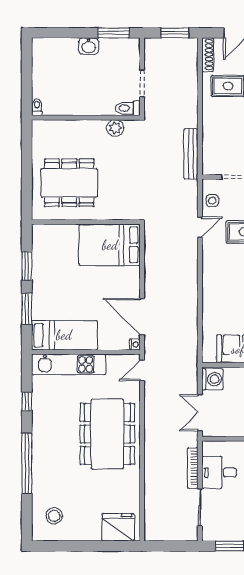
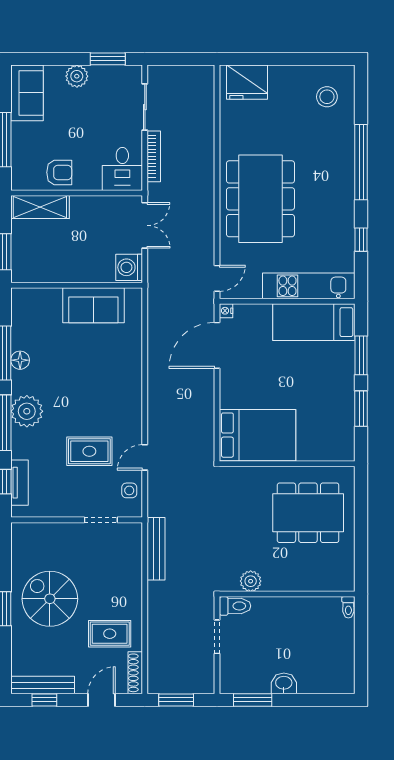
door: (142, 317) -> (217, 345), swing flipped
desk: (219, 473) -> (122, 169), moved, turned 90

